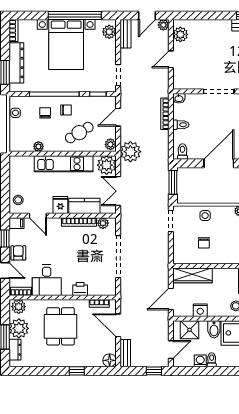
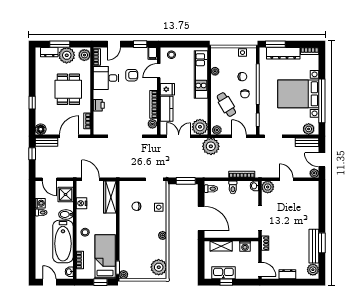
plant: (180, 34) -> (268, 187), moved
kitchen unit: (64, 164) -> (201, 74), moved
armchair: (18, 253) -> (132, 75), moved
dining table: (61, 326) -> (68, 89), turned 90
window: (154, 371) -> (32, 154), moved

